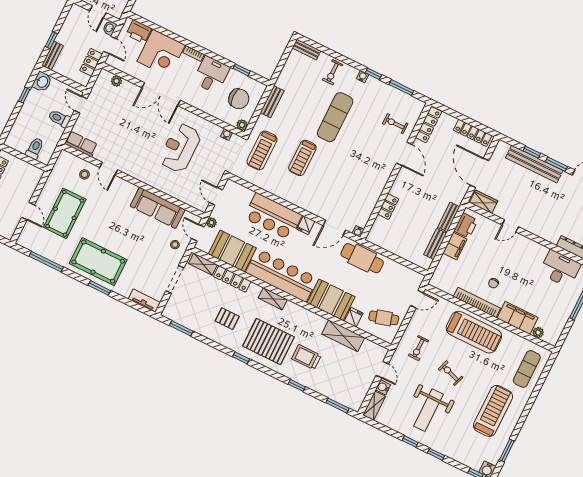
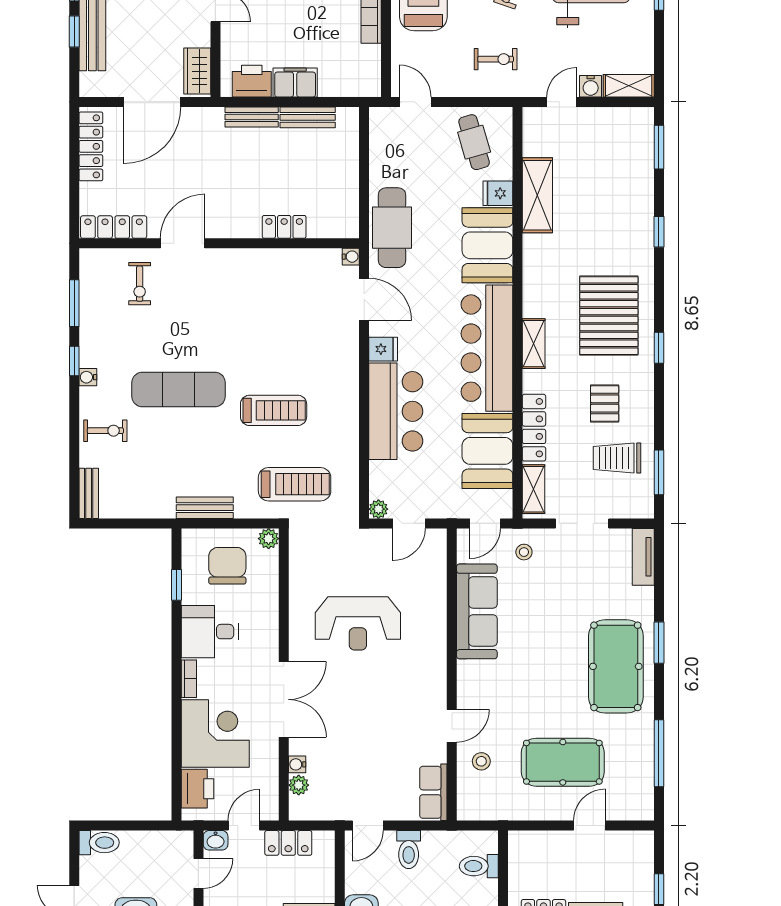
water cooler: (226, 134) -> (297, 764), moved
plant: (211, 223) -> (378, 509), moved
trolley: (306, 357) -> (617, 458), moved, turned 90

